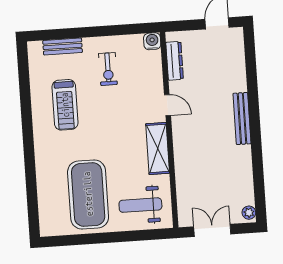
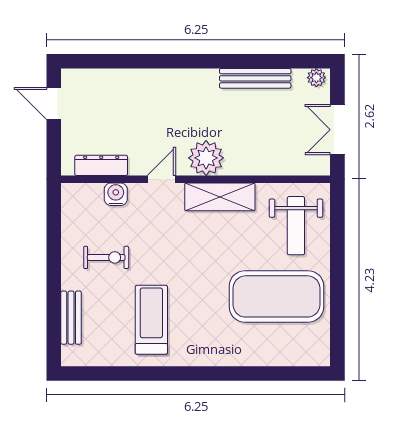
water cooler: (152, 41) -> (116, 194), moved, turned 90
treadmill: (65, 105) -> (151, 320), turned -90
bench: (242, 119) -> (255, 78), moved
plant: (185, 136) -> (206, 158), added

